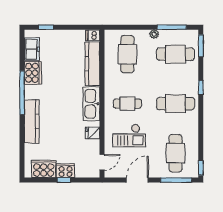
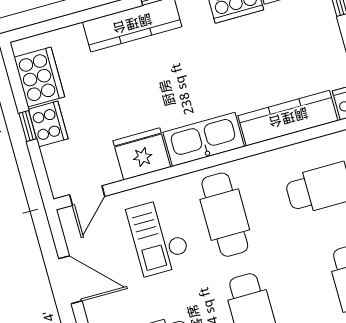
cafe table: (127, 104) -> (225, 215), width x1.37, depth x1.35
fridge: (93, 133) -> (142, 154), width x1.88, depth x1.34
door: (102, 162) -> (87, 196), hinge flipped

